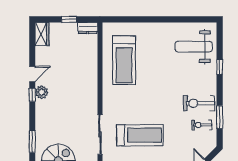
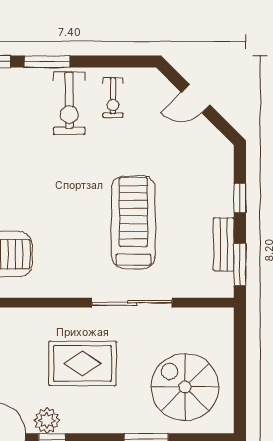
rug: (70, 110) -> (82, 363), added
window: (220, 117) -> (47, 62), moved

